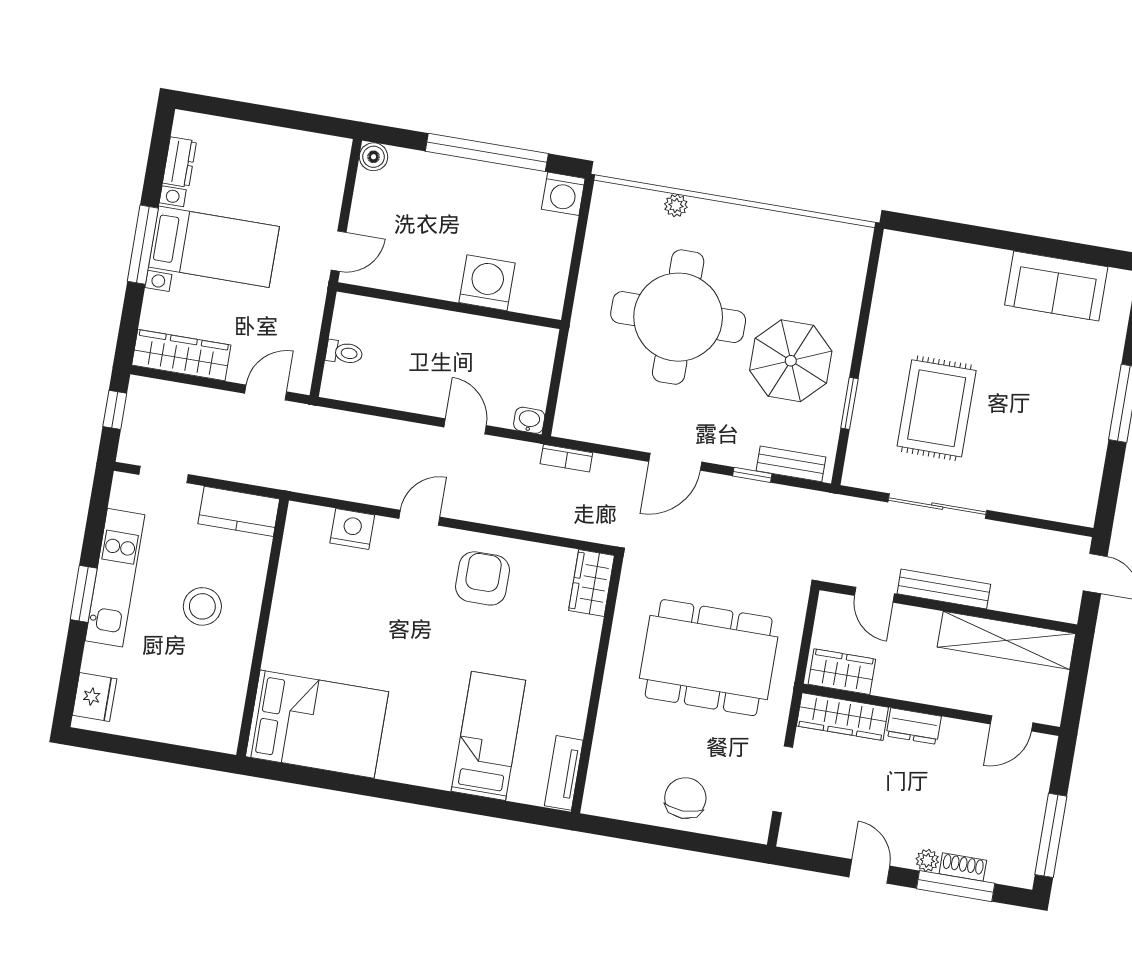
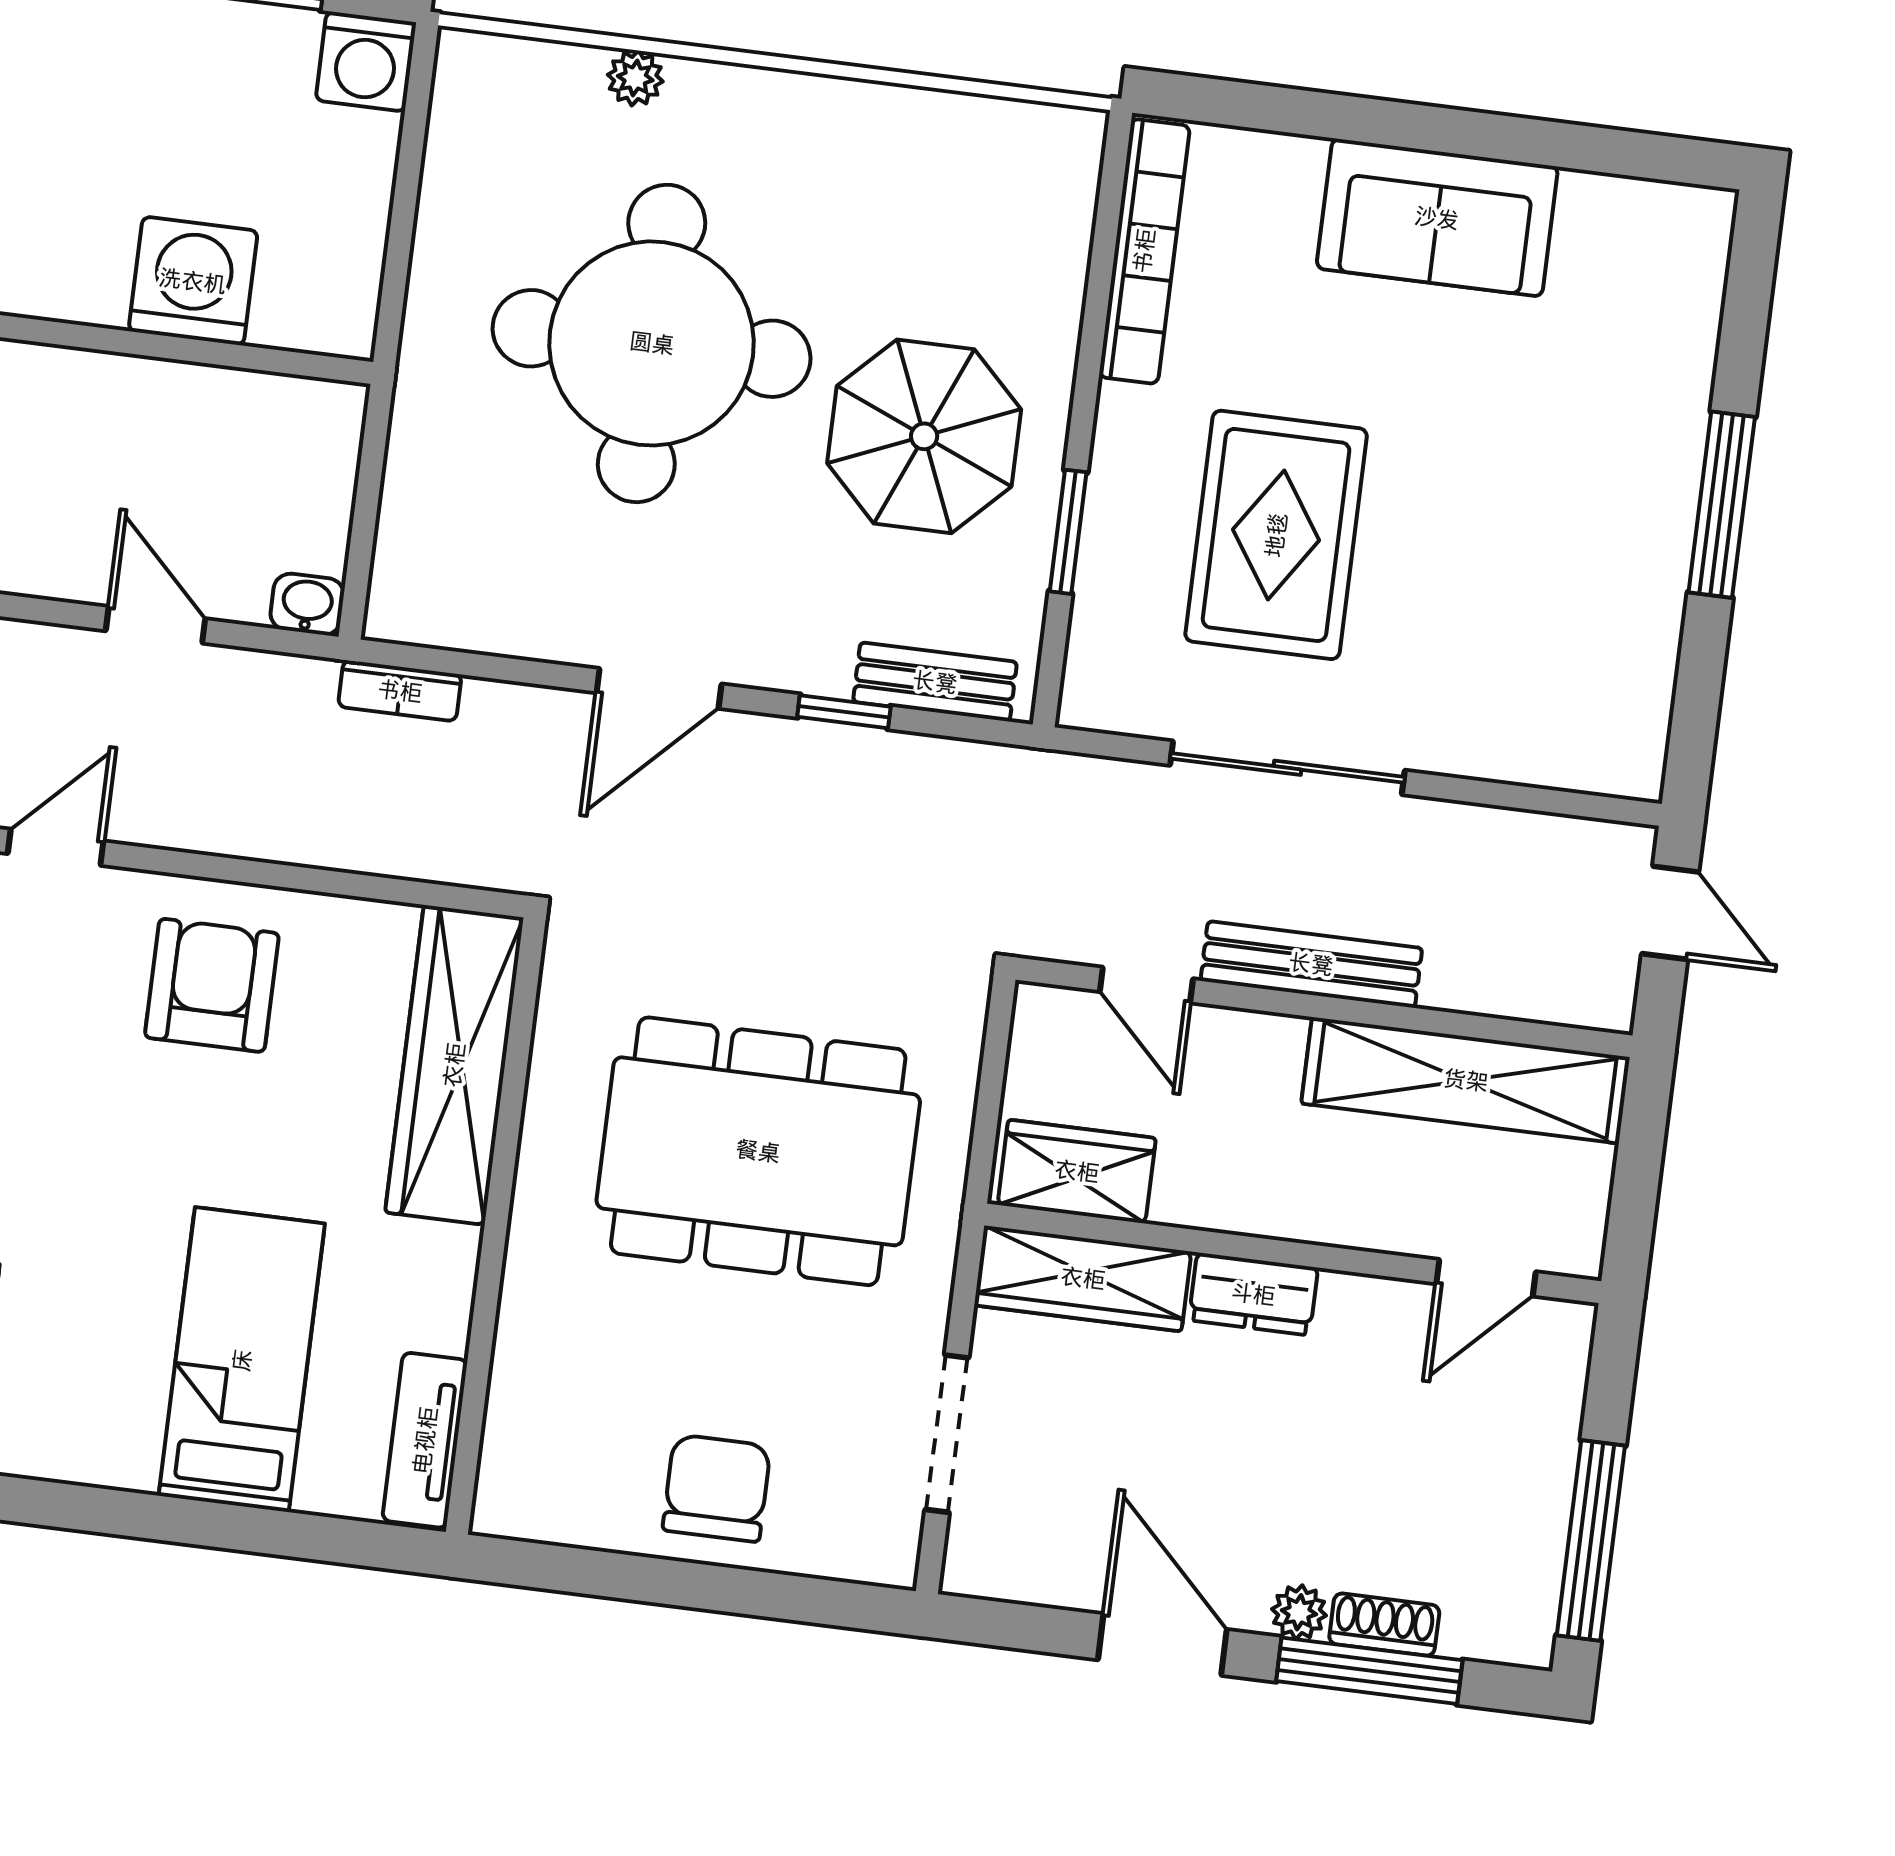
sofa: (1056, 286) -> (1437, 218), moved
bookcase: (886, 287) -> (1144, 251), added
wardrobe: (591, 583) -> (454, 1065), width x2.10, depth x1.17
door: (869, 871) -> (1162, 1645), width x1.38

